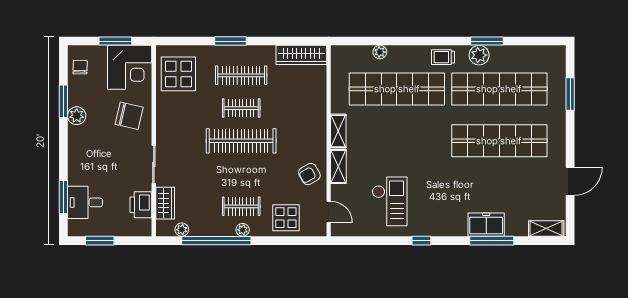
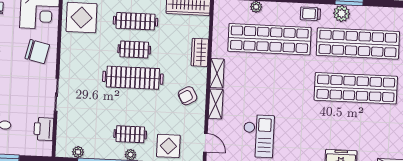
armchair: (309, 174) -> (188, 96), moved
wardrobe: (165, 203) -> (200, 52), moved, turned 180

